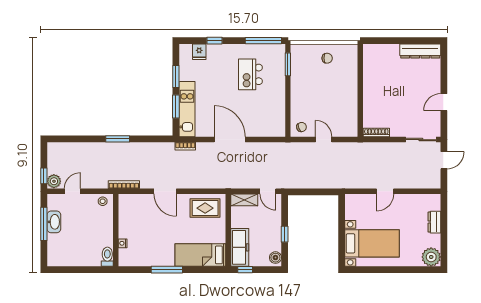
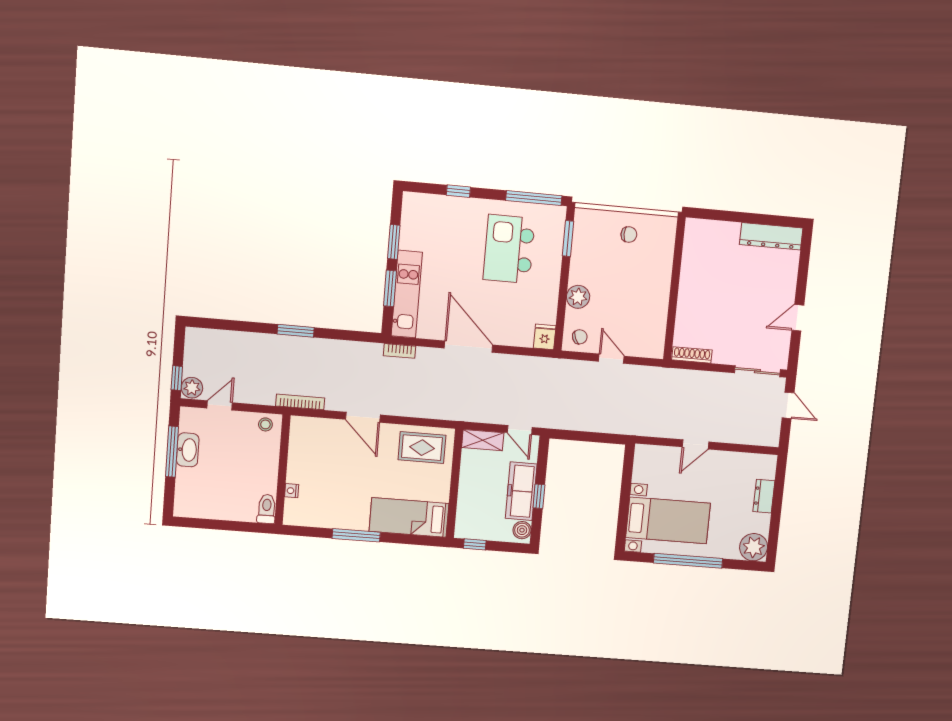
fridge: (199, 52) -> (545, 337), moved, turned 180
kitchen island: (250, 74) -> (509, 249), width x1.37, depth x1.28
plant: (298, 101) -> (578, 297), added
door: (444, 160) -> (788, 405), hinge flipped
freezer: (240, 247) -> (521, 491), moved, turned 180
window: (388, 270) -> (688, 561), added

